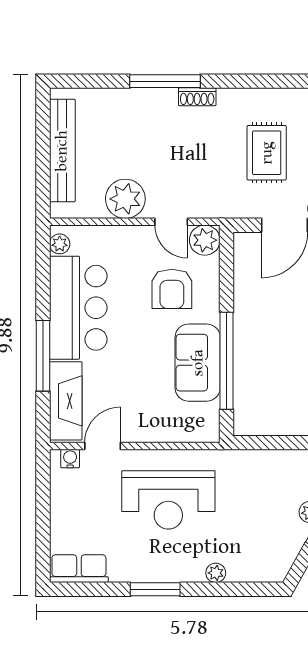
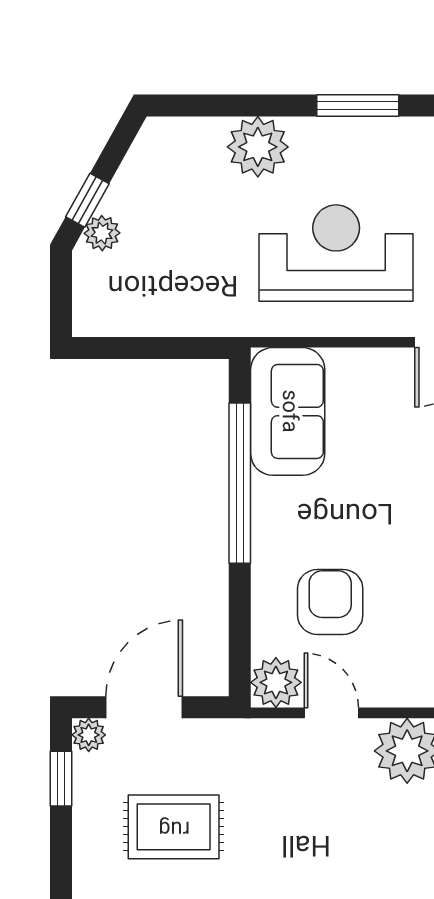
rug: (267, 153) -> (174, 827), turned 90
sofa: (198, 363) -> (288, 411), moved
plant: (216, 573) -> (258, 147), width x1.88, depth x1.88

